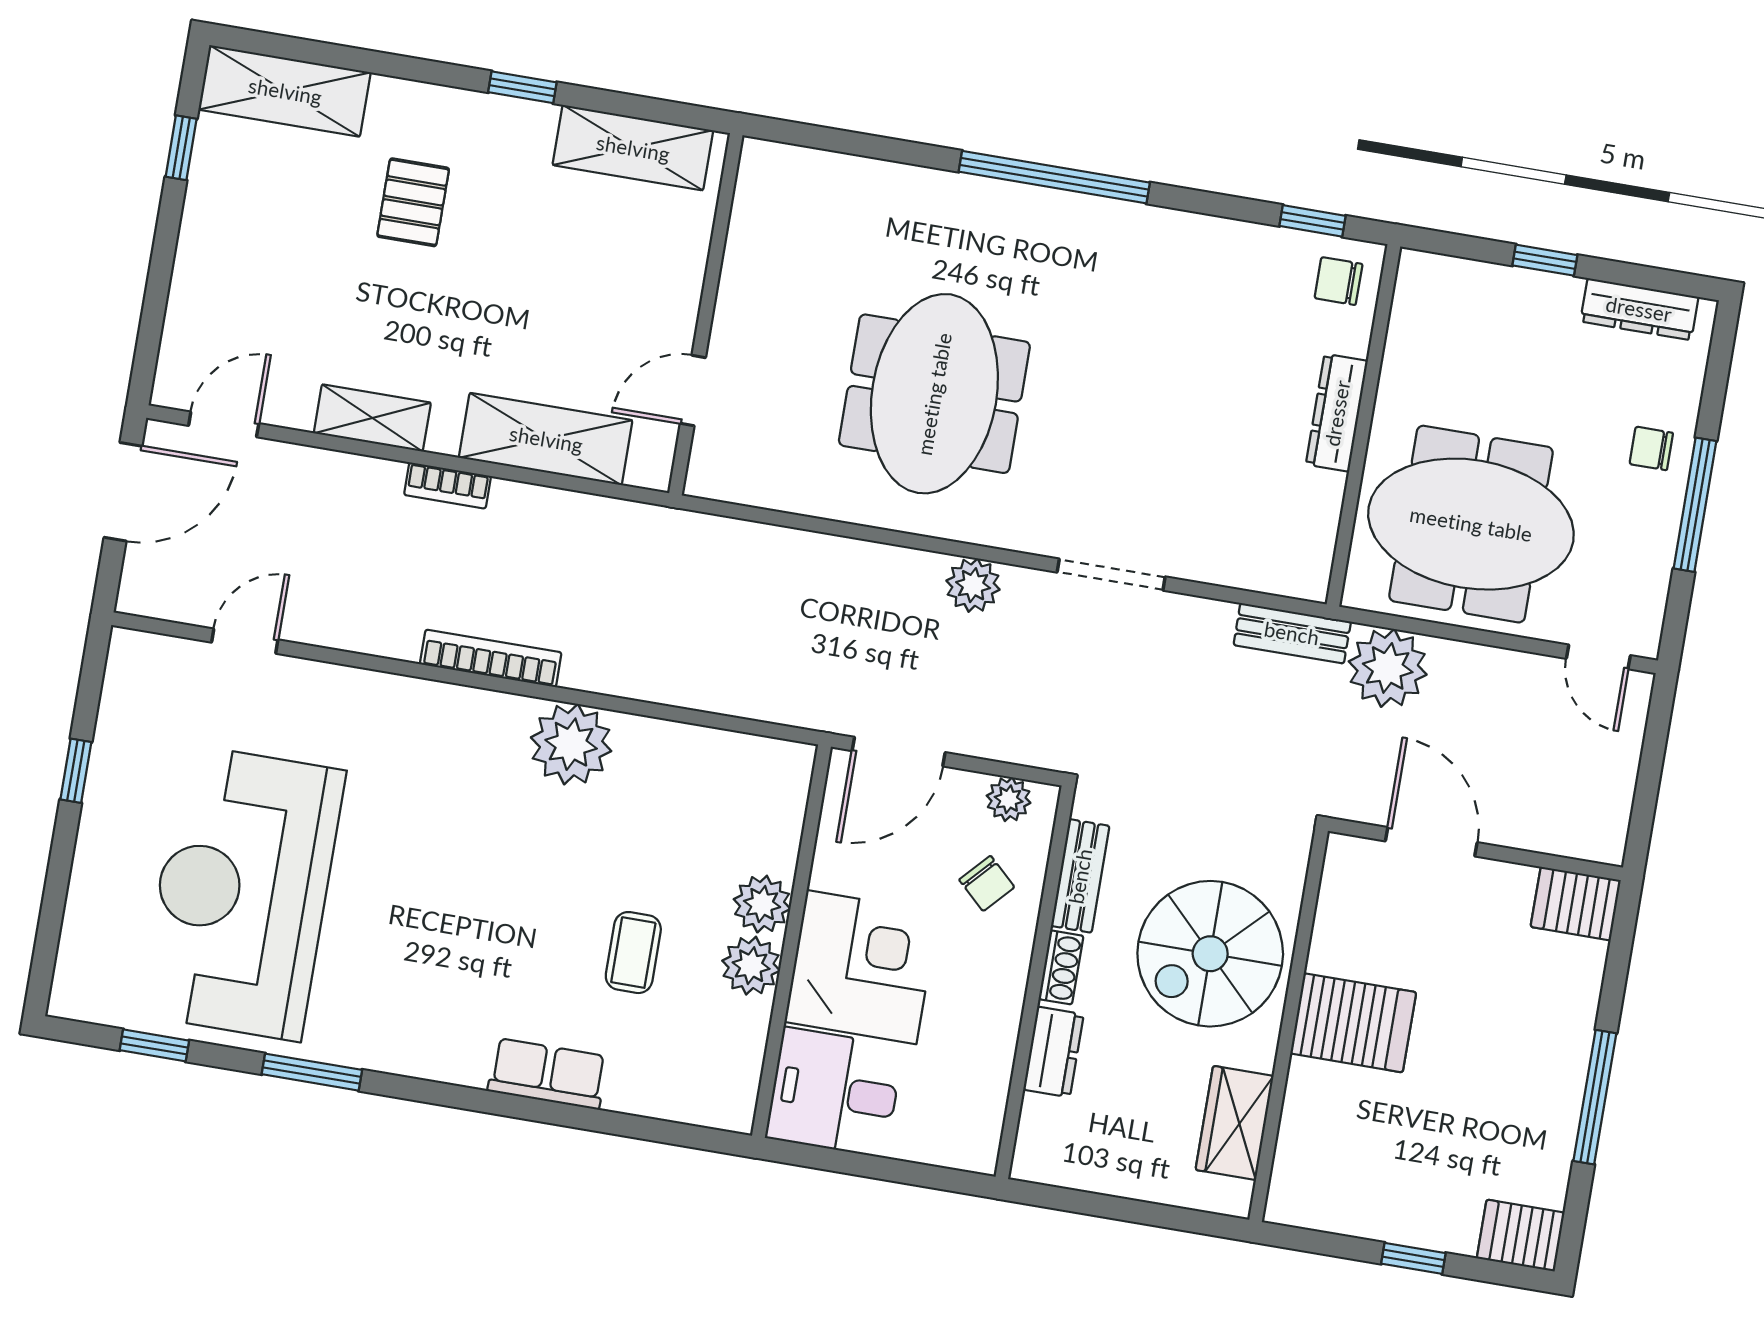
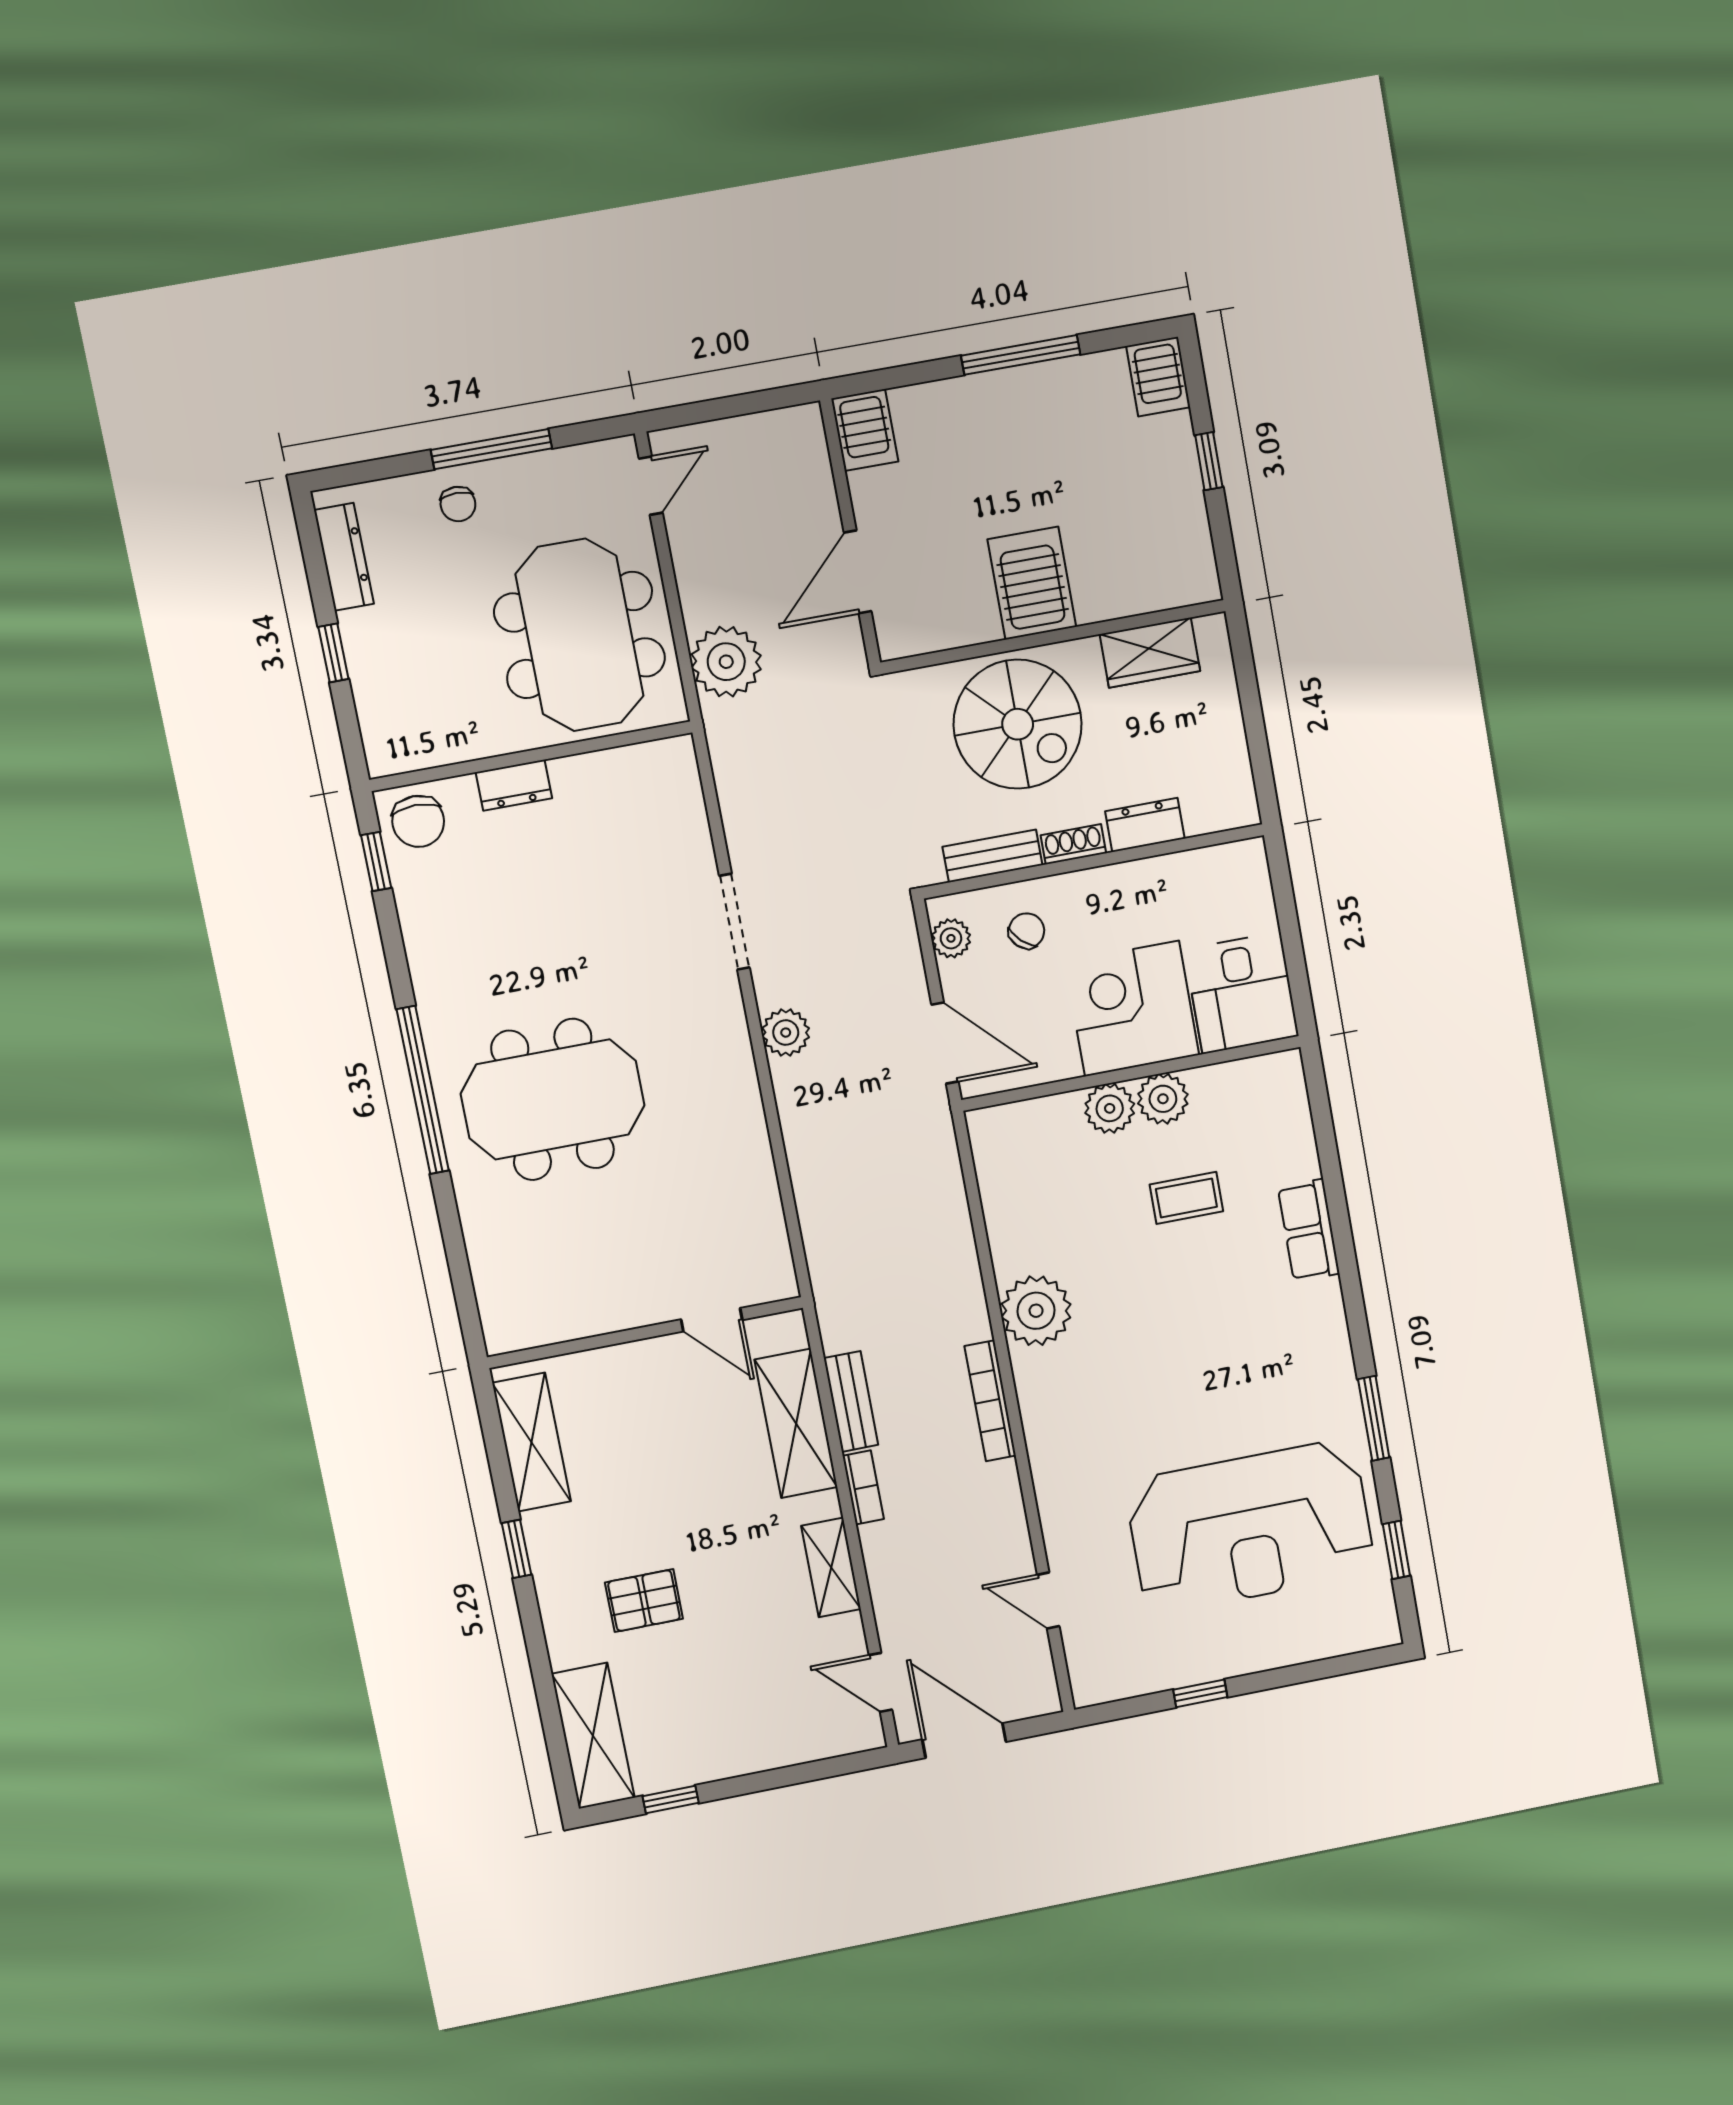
chair: (1338, 281) -> (418, 821), width x1.37, depth x1.37
meeting table: (934, 394) -> (553, 1099), moved
dresser: (1337, 413) -> (514, 785), width x0.70
bench: (1292, 633) -> (851, 1402), moved

